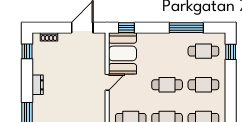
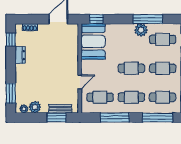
plant: (178, 40) -> (141, 30), added
door: (107, 82) -> (80, 82), moved
dresser: (38, 85) -> (20, 55), moved

